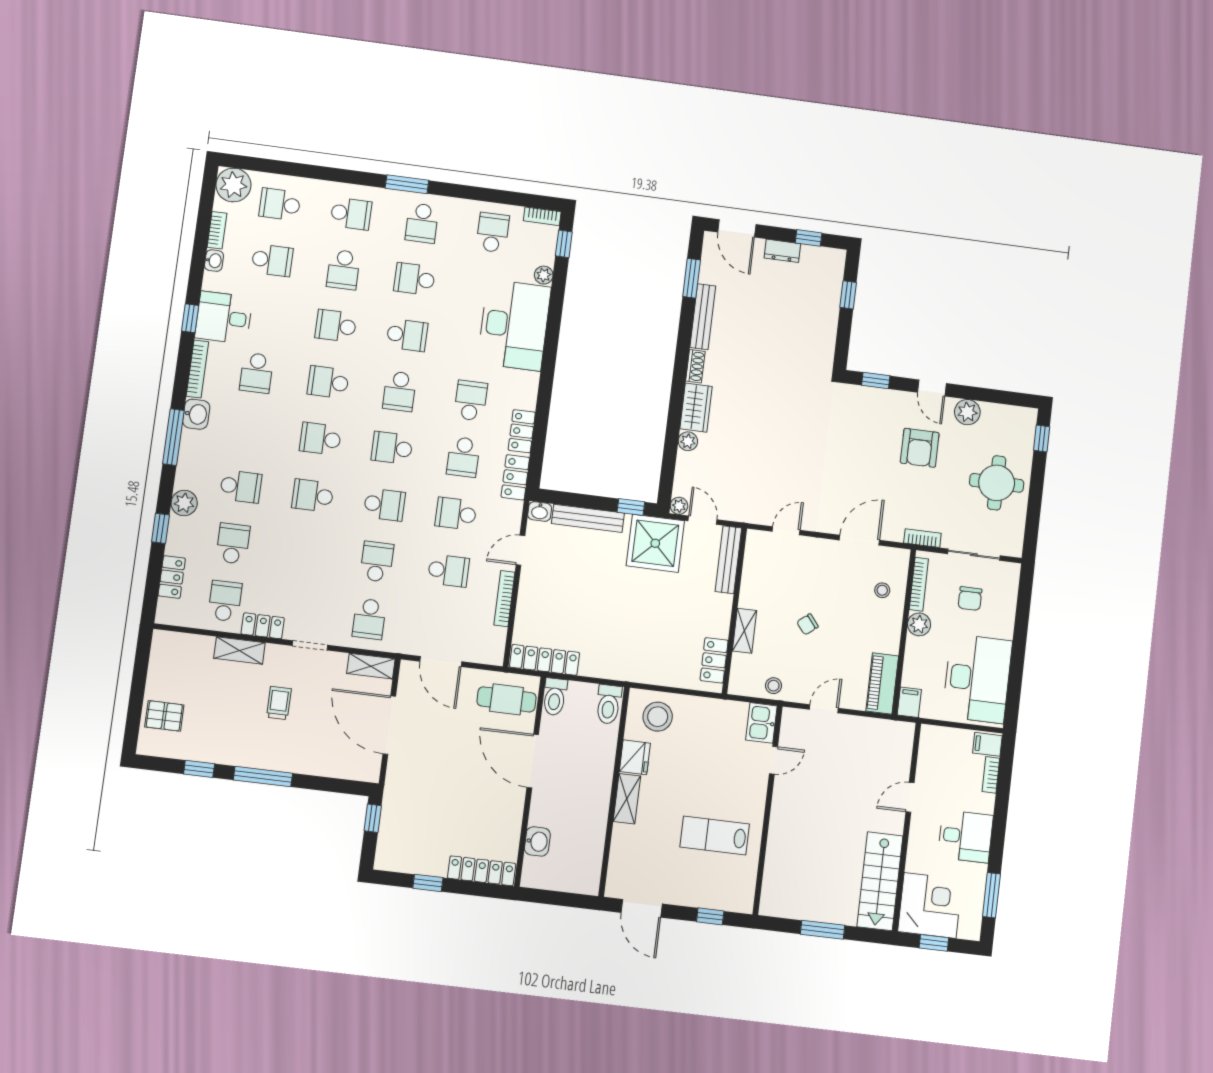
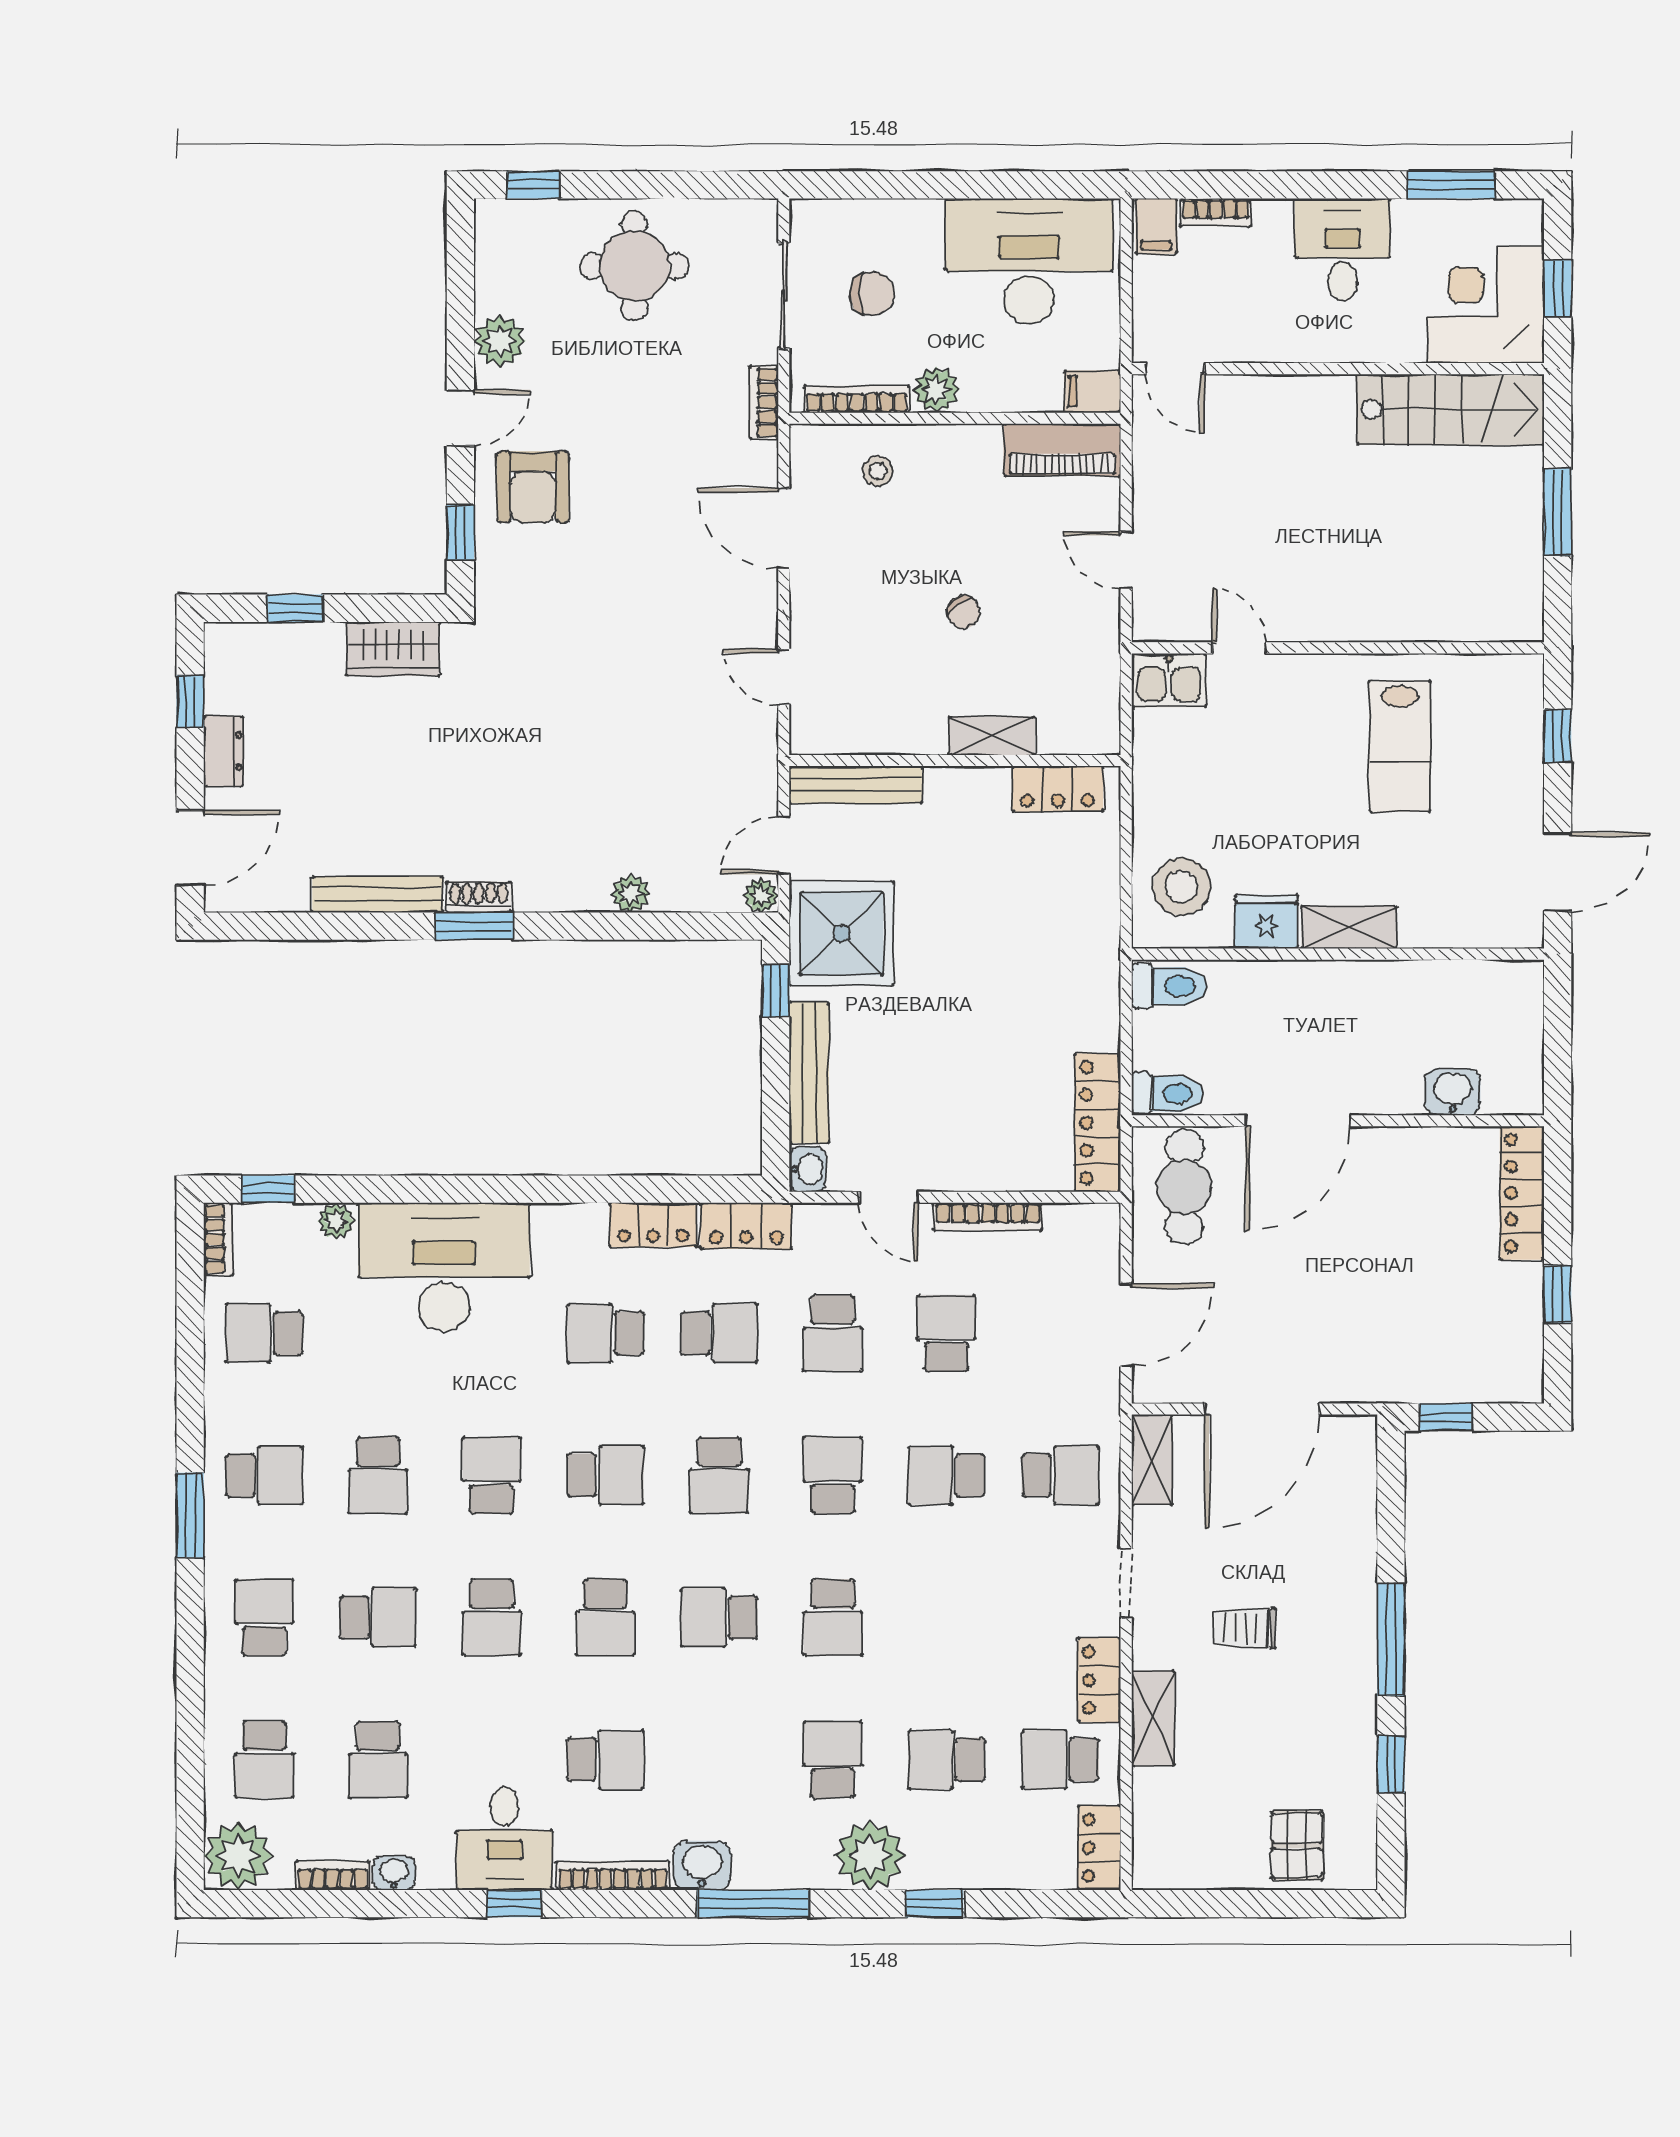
school desk: (272, 260) -> (378, 1760), turned 180
window: (692, 278) -> (474, 926), moved
wardrobe: (696, 408) -> (393, 649), moved, turned 180
school desk: (320, 439) -> (719, 1617), turned 90
armchair: (920, 448) -> (533, 487), moved, turned 90
plant: (184, 503) -> (870, 1856), width x1.36, depth x1.36
locker: (172, 577) -> (1099, 1848), moved, turned -90
stool: (774, 686) -> (1093, 665), removed
door: (910, 797) -> (1175, 369), moved

